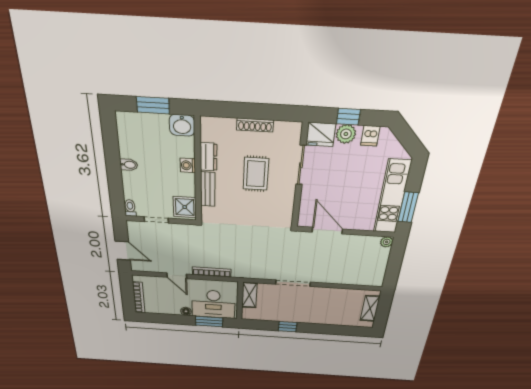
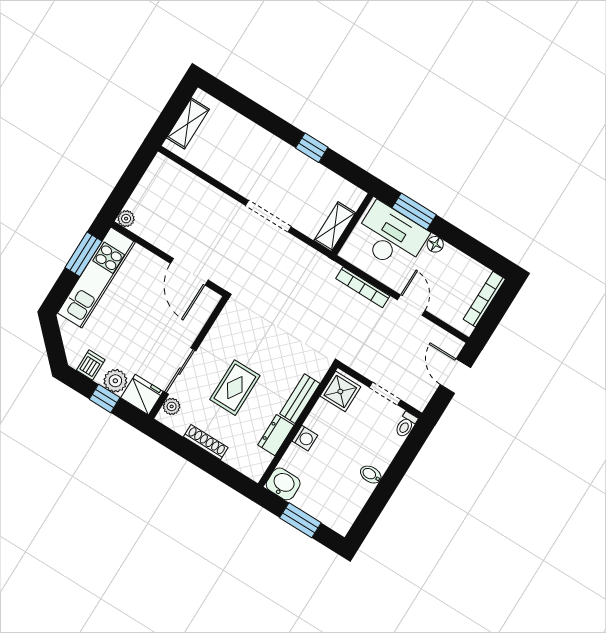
plant: (294, 137) -> (172, 406), added

